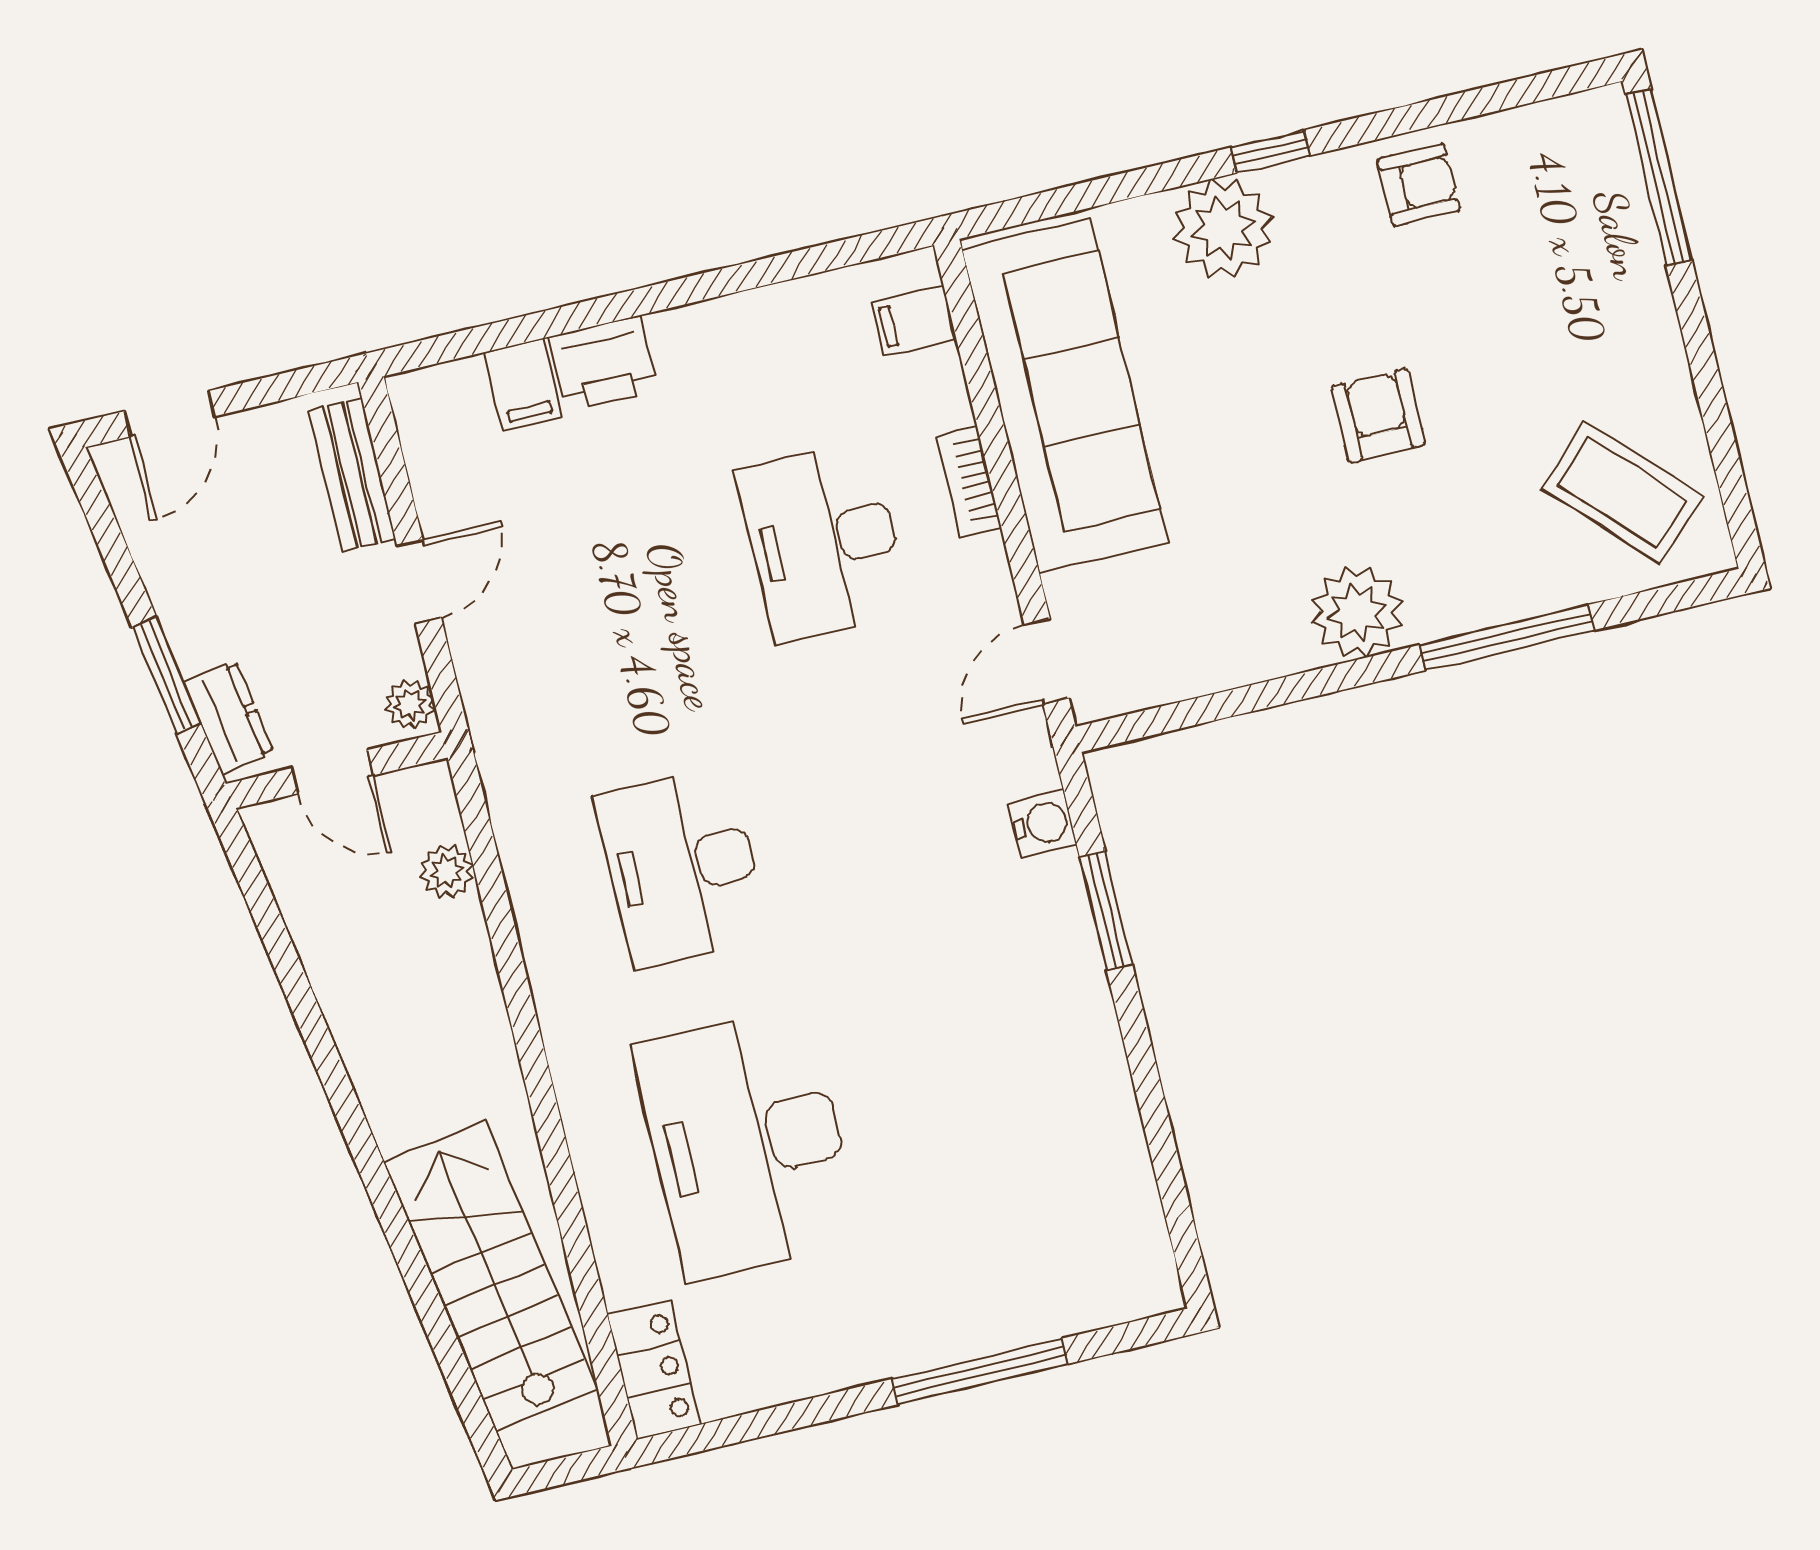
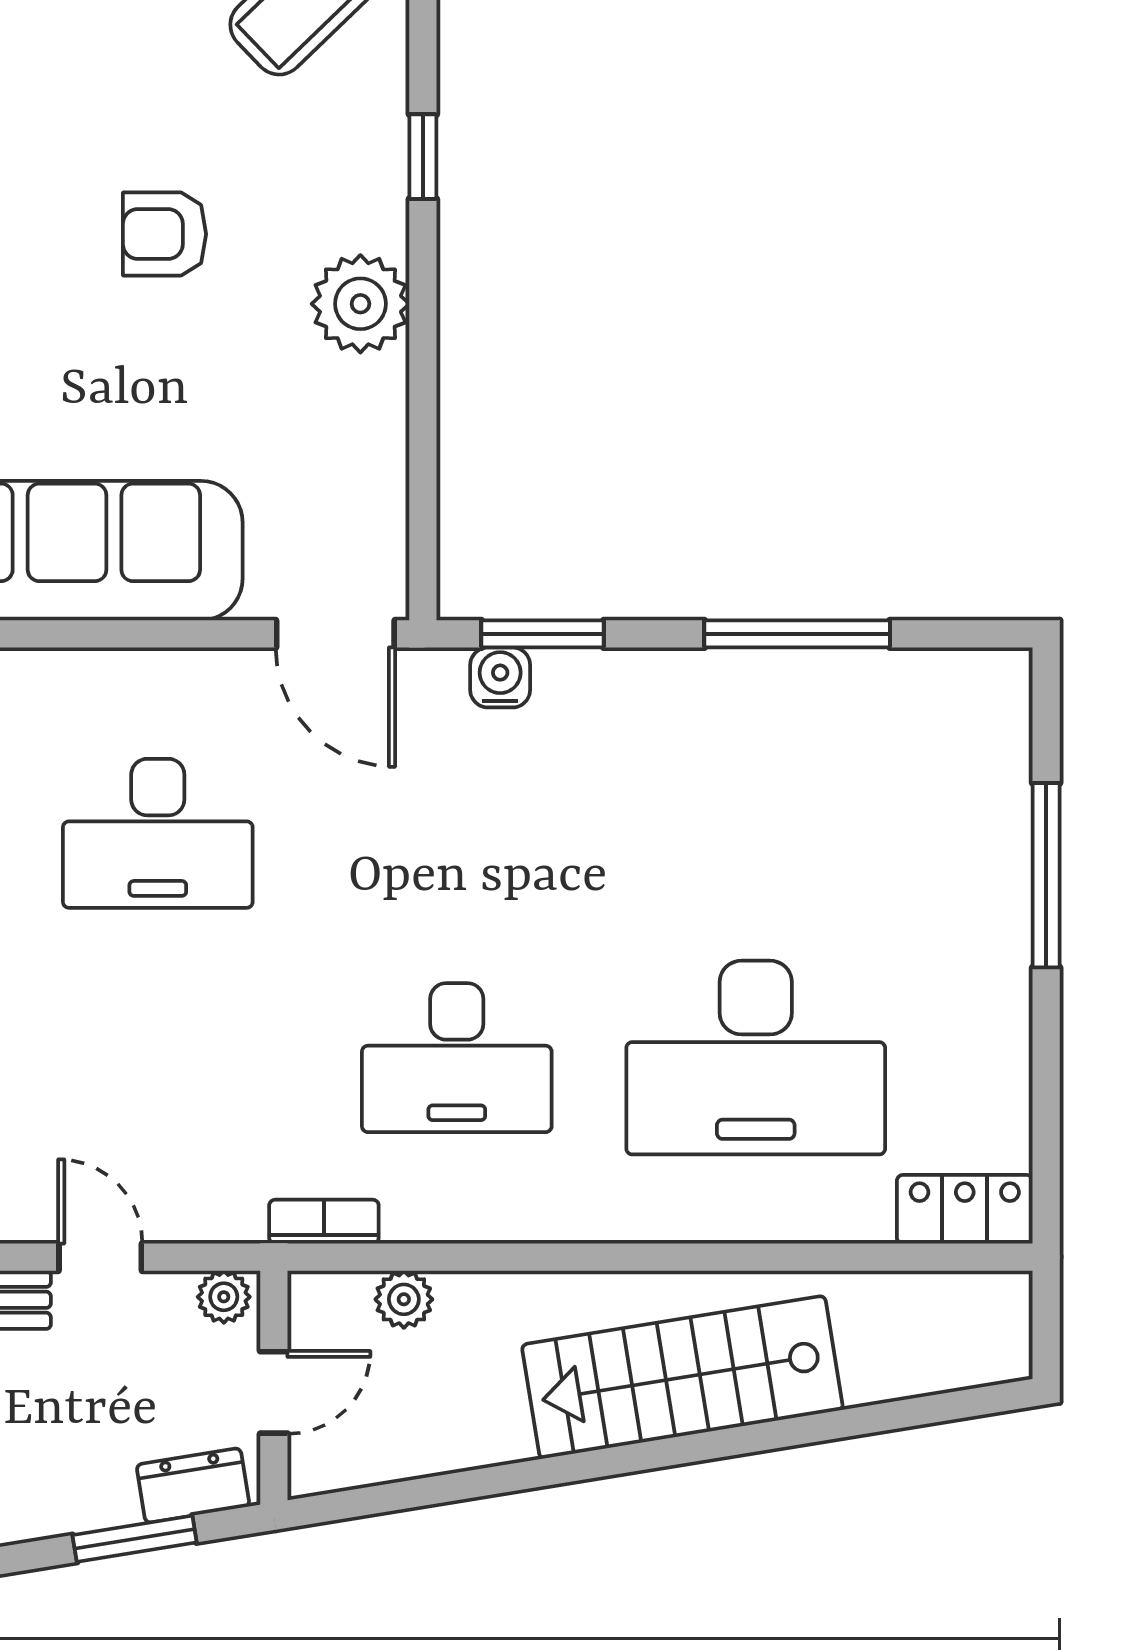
bookcase: (969, 482) -> (324, 1222), moved, turned 180
window: (1507, 637) -> (423, 157), width x0.46
door: (1047, 662) -> (335, 634), width x1.38
window: (1106, 910) -> (543, 634), moved
window: (1148, 1088) -> (797, 634), added
stairs: (490, 1276) -> (682, 1377), moved

